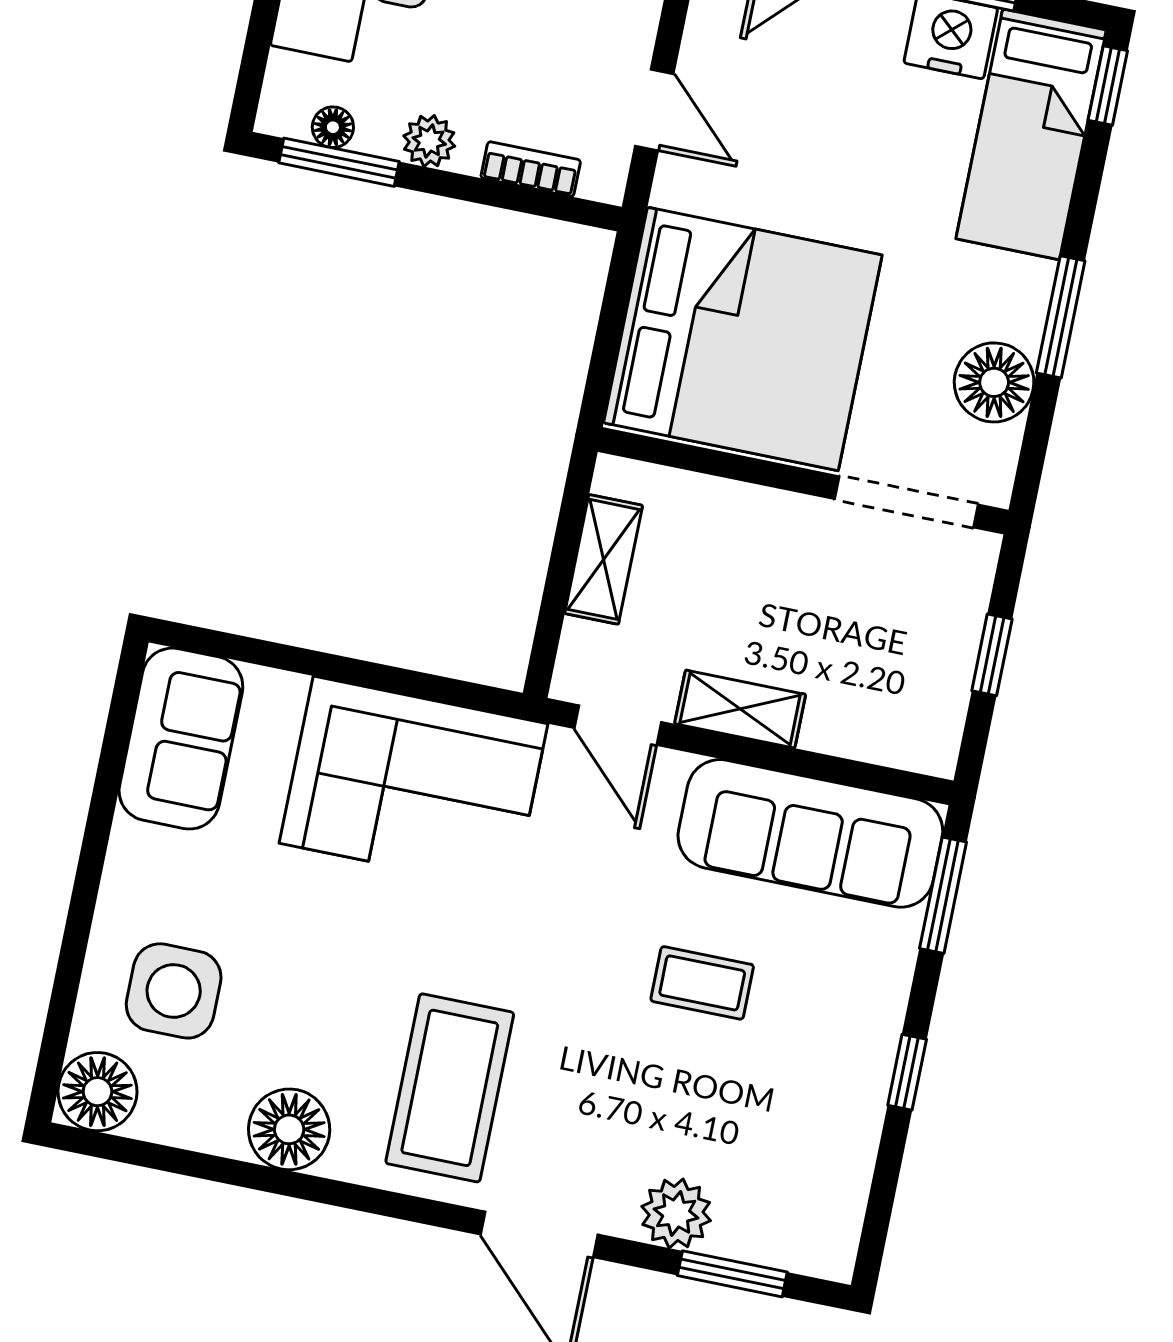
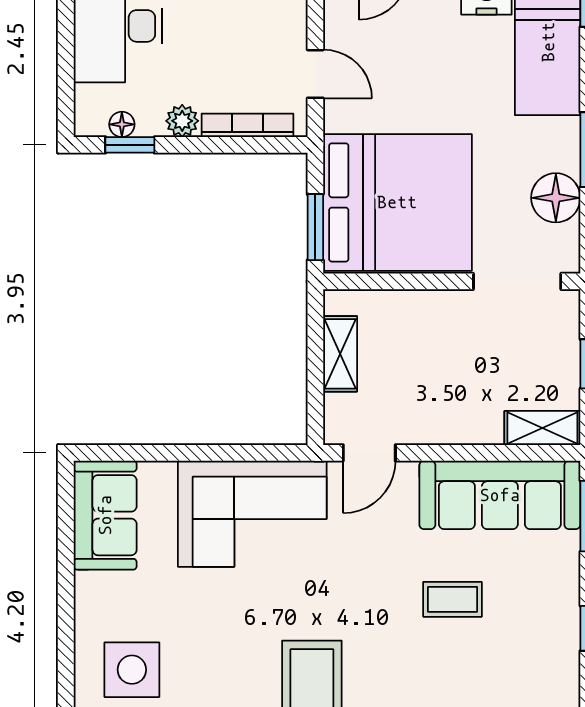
window: (339, 162) -> (130, 145), width x0.67
bookcase: (531, 169) -> (247, 125), width x1.56
window: (605, 351) -> (315, 227), added
shelving: (740, 709) -> (542, 428), moved
door: (618, 725) -> (369, 453), hinge flipped

